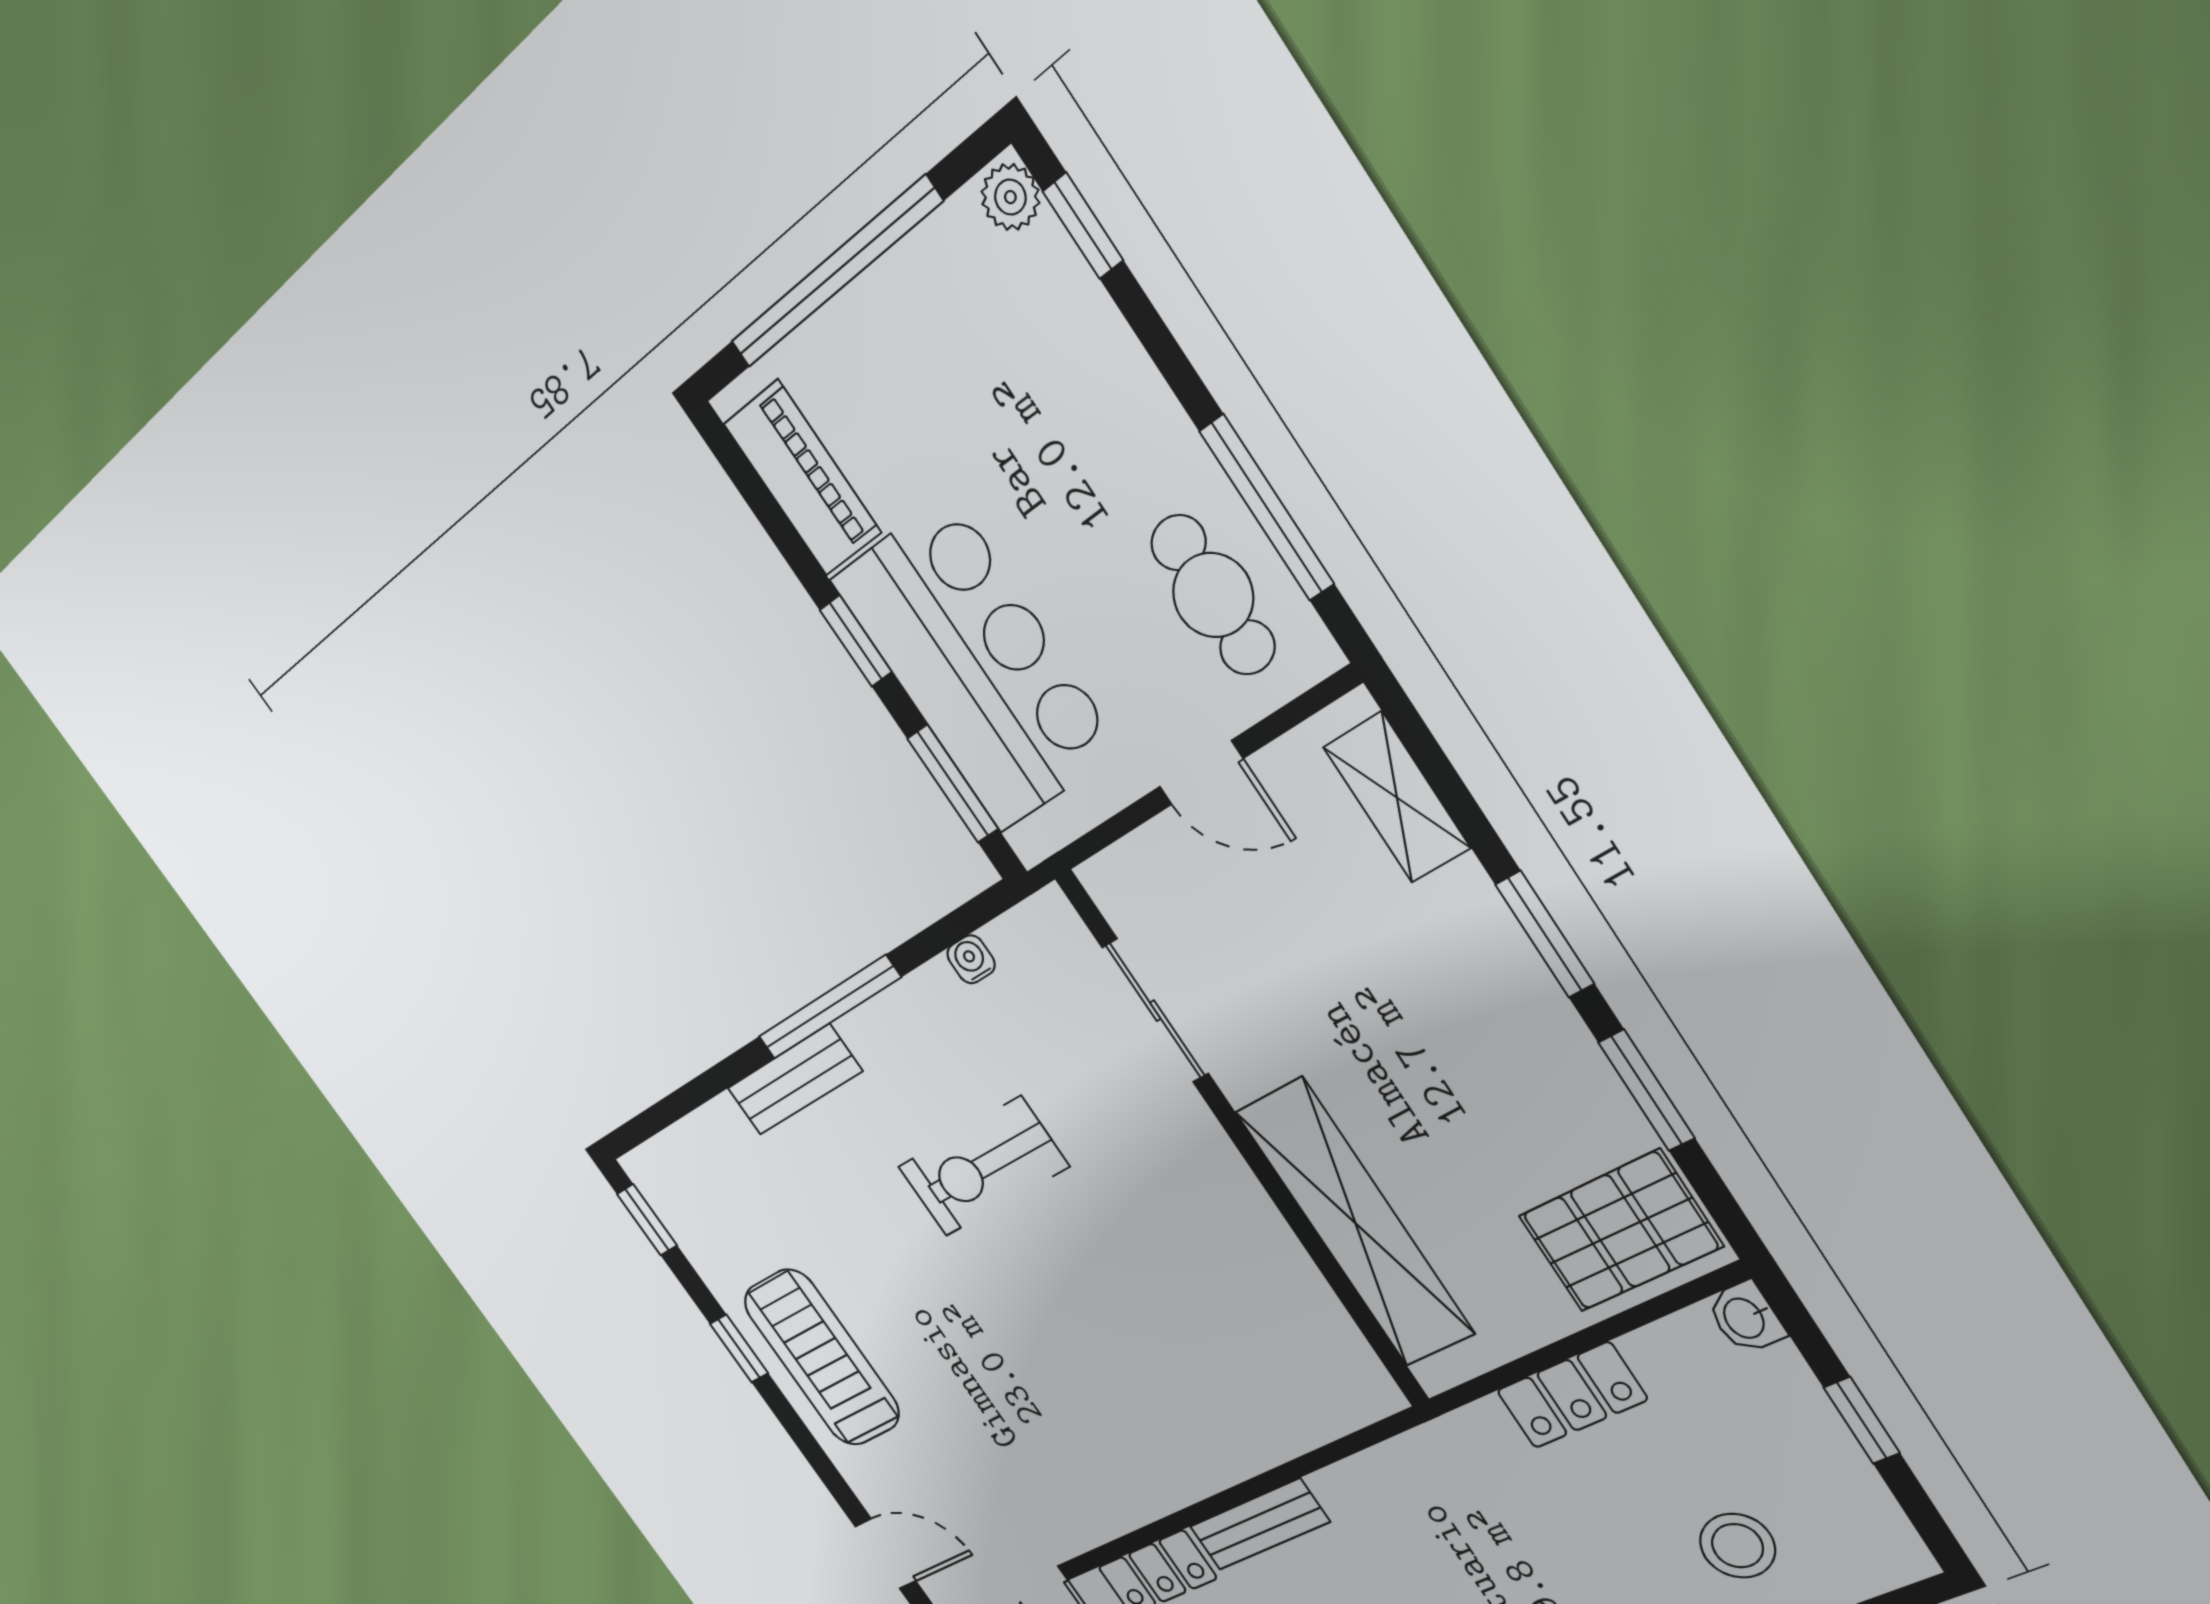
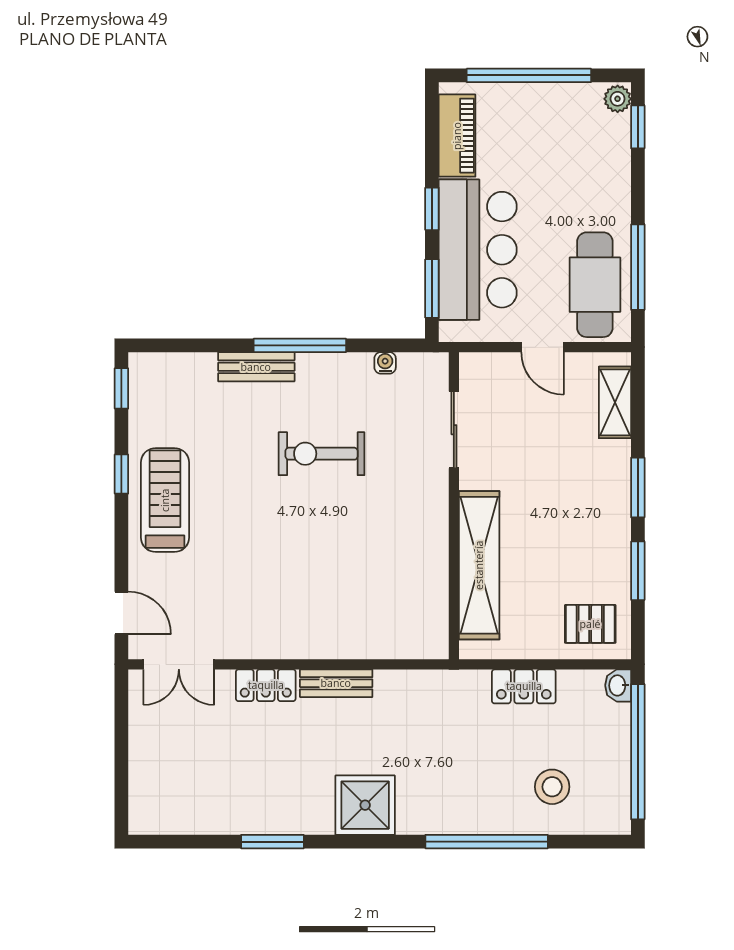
cafe table: (1213, 595) -> (595, 285), width x1.37, depth x1.35
pallet: (1620, 1231) -> (590, 624), width x0.67, depth x0.71
window: (1862, 1420) -> (638, 752), width x3.17

